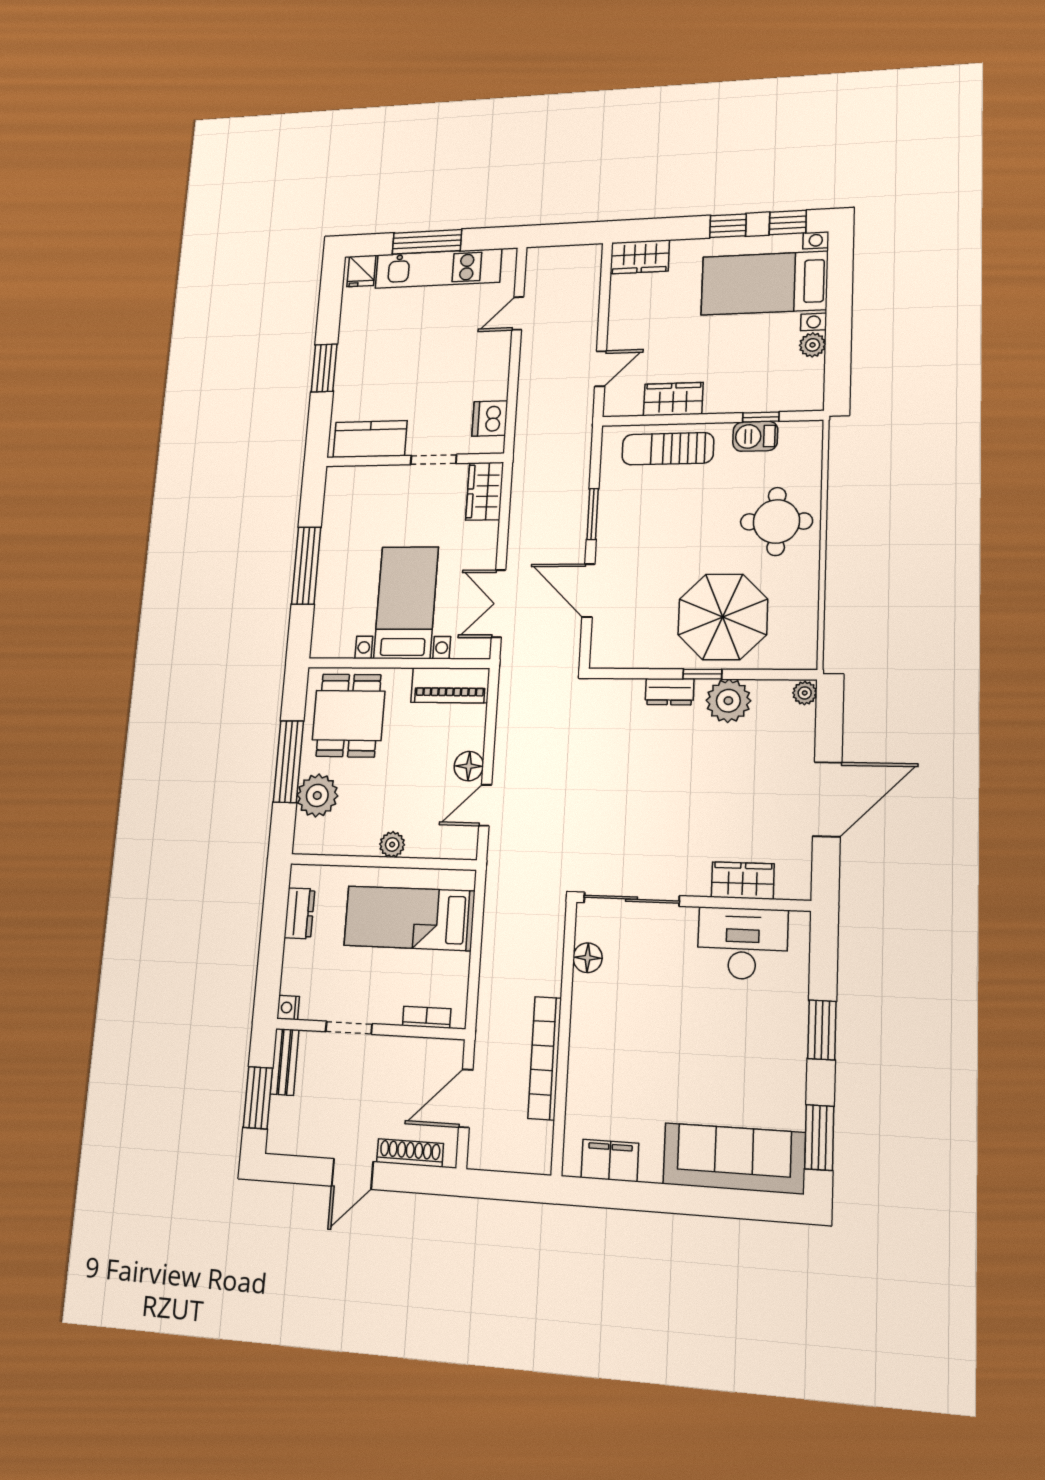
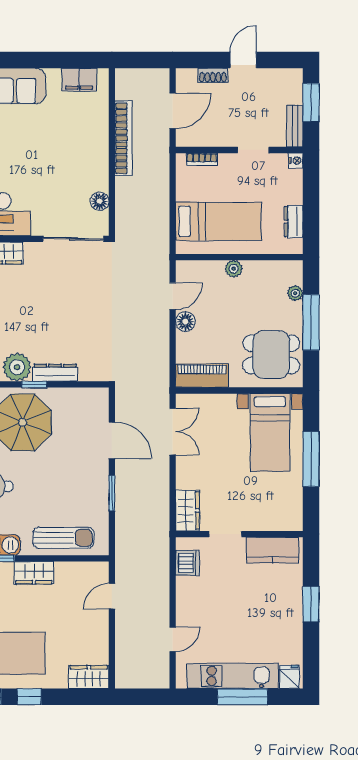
wardrobe: (673, 399) -> (34, 573), moved
bed with nightstands: (406, 603) -> (270, 433), moved
dresser: (669, 692) -> (55, 373), width x1.44
dining table: (349, 715) -> (271, 354), turned 90
plant: (317, 795) -> (295, 293), width x0.53, depth x0.53
shoe rack: (410, 1153) -> (213, 75), width x0.70

